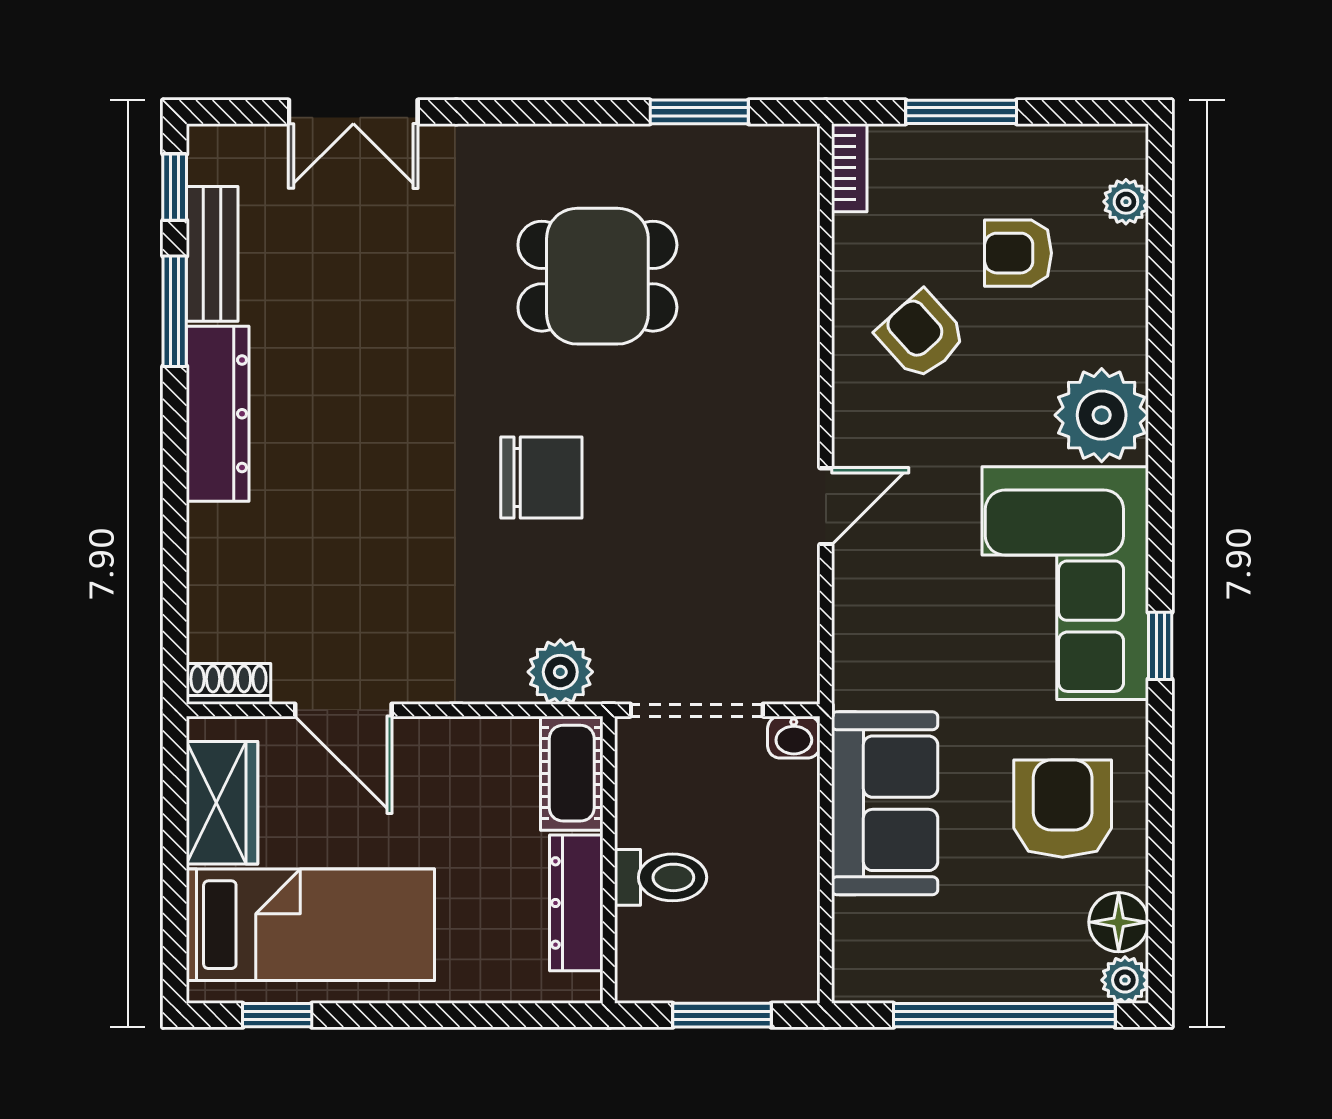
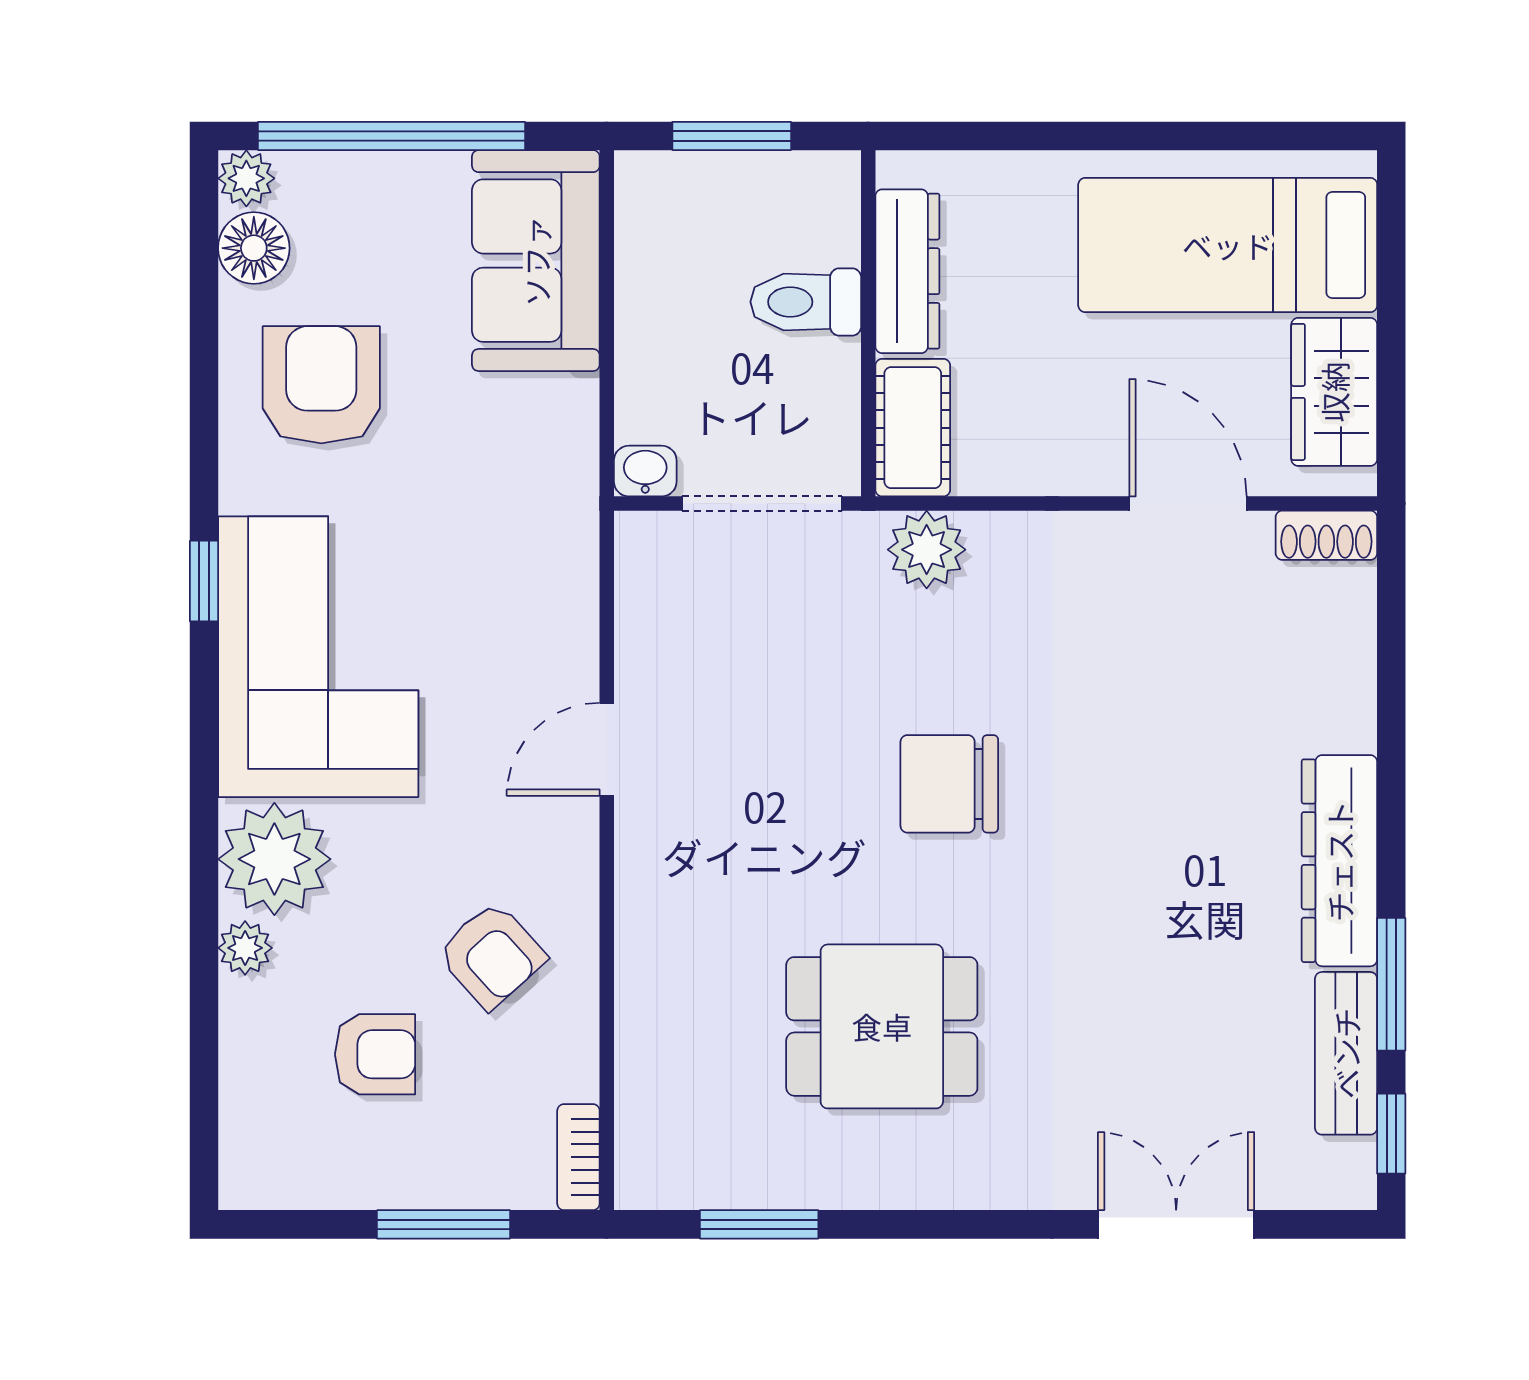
plant: (1126, 202) -> (245, 948), moved
sofa: (885, 803) -> (536, 261), moved
armchair: (1063, 809) -> (321, 385), turned 180
window: (277, 1015) -> (1268, 136), removed

